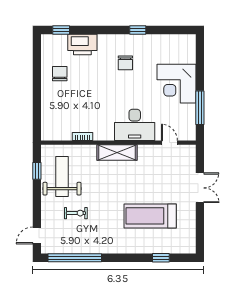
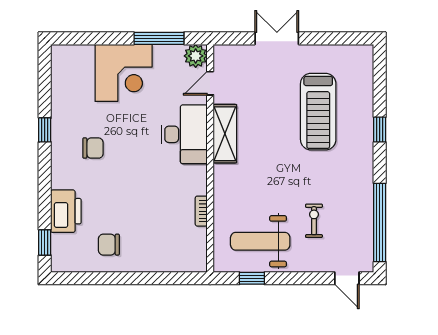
plant: (188, 133) -> (196, 56), added
shelving: (117, 153) -> (225, 134), moved
window: (161, 258) -> (380, 130), moved

